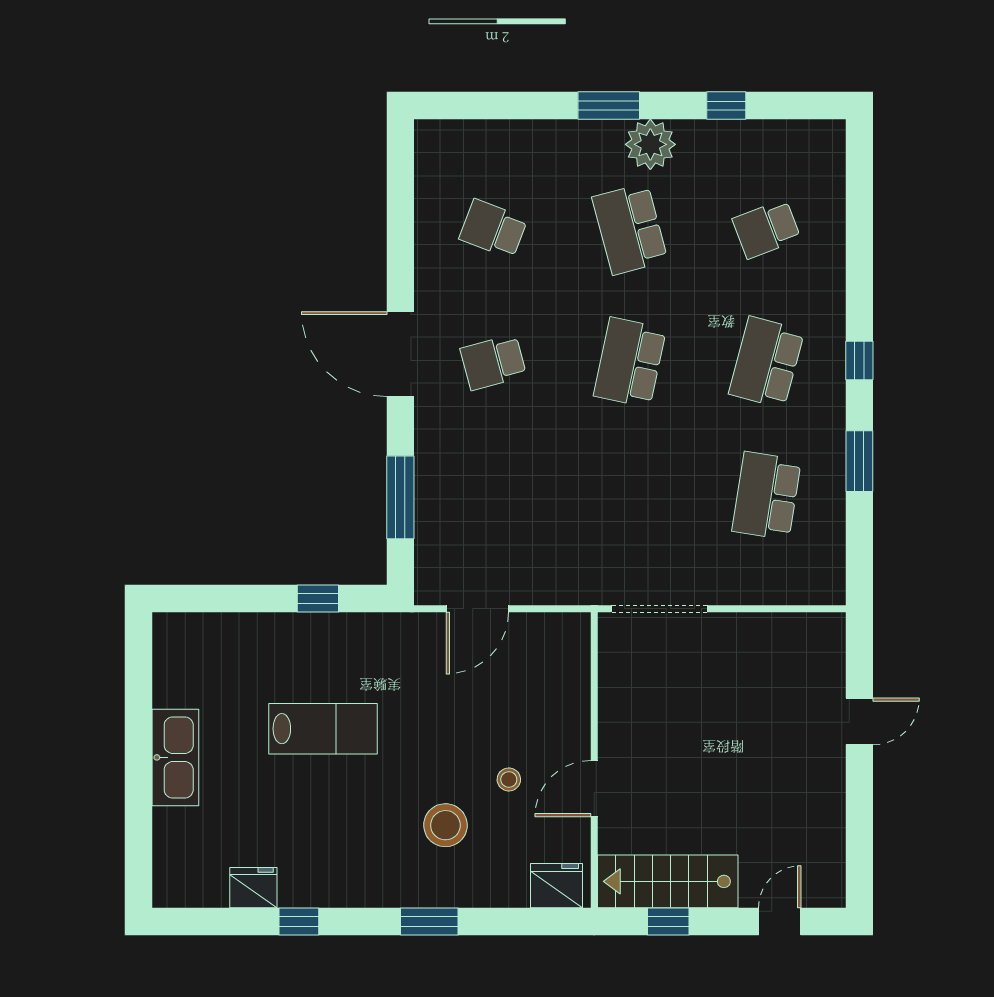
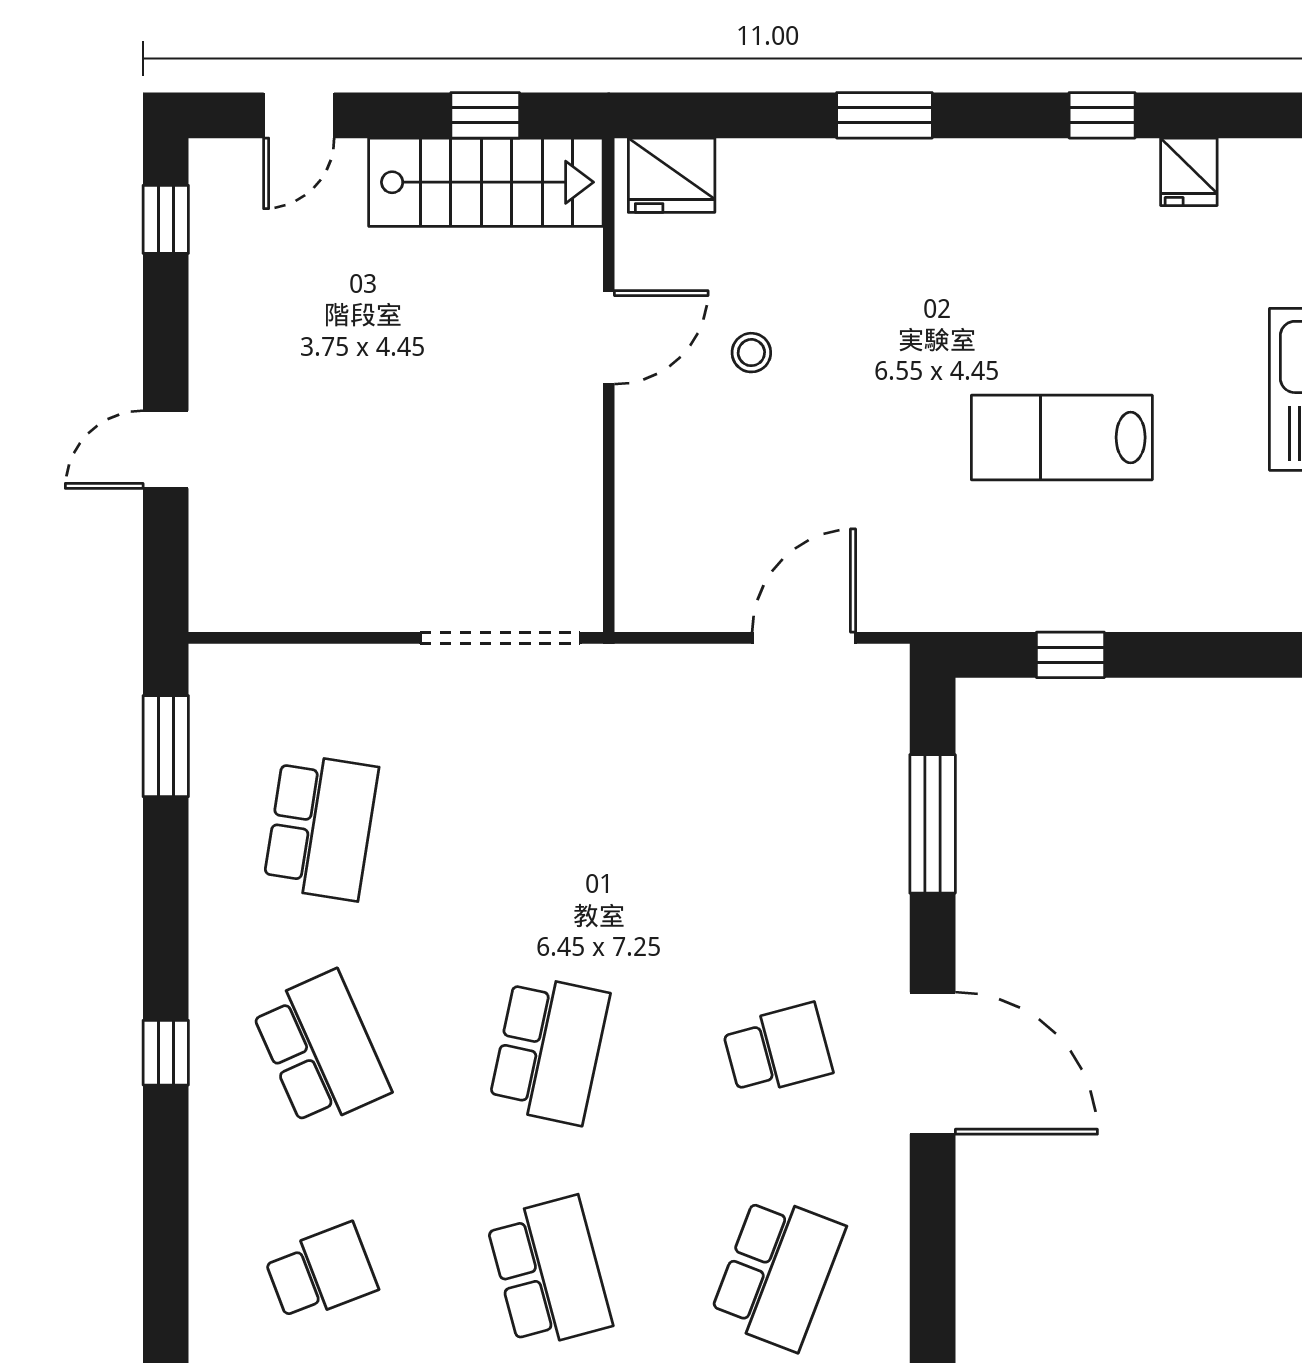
school desk: (493, 229) -> (777, 1272), width x1.85
school desk: (767, 362) -> (321, 1050), turned -39
window: (859, 461) -> (166, 746), moved
stool: (445, 825) -> (857, 276), removed
window: (859, 859) -> (166, 219), added
fridge: (253, 888) -> (1189, 172), width x0.72

